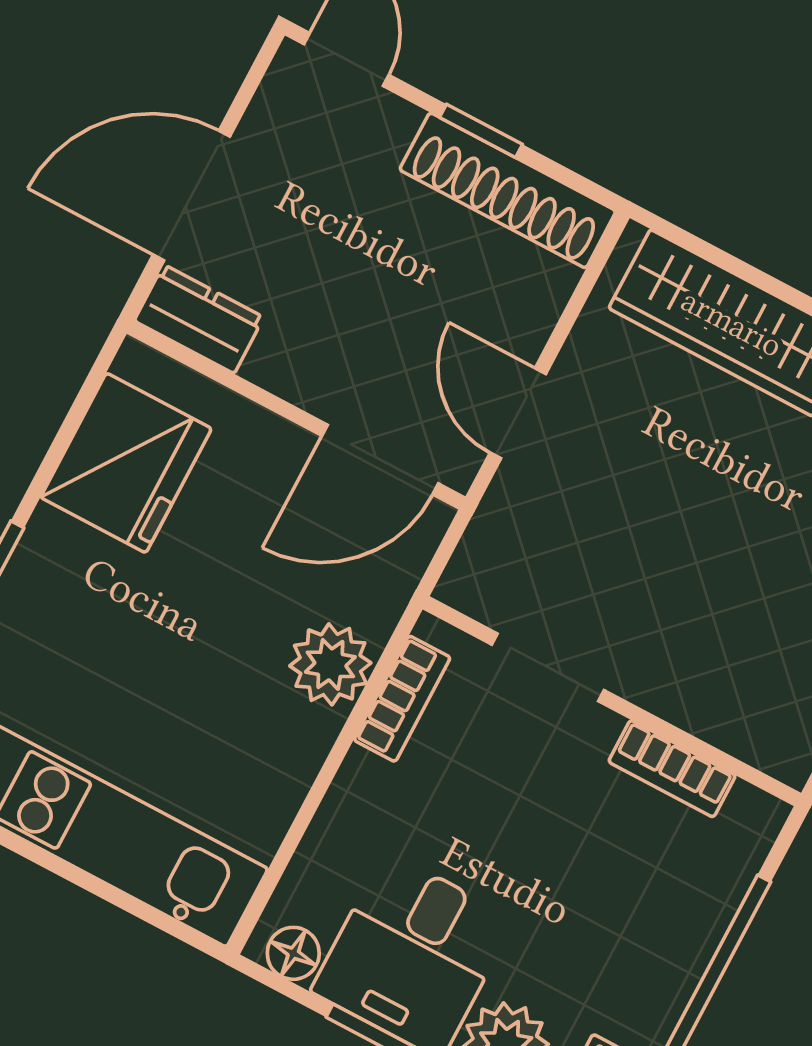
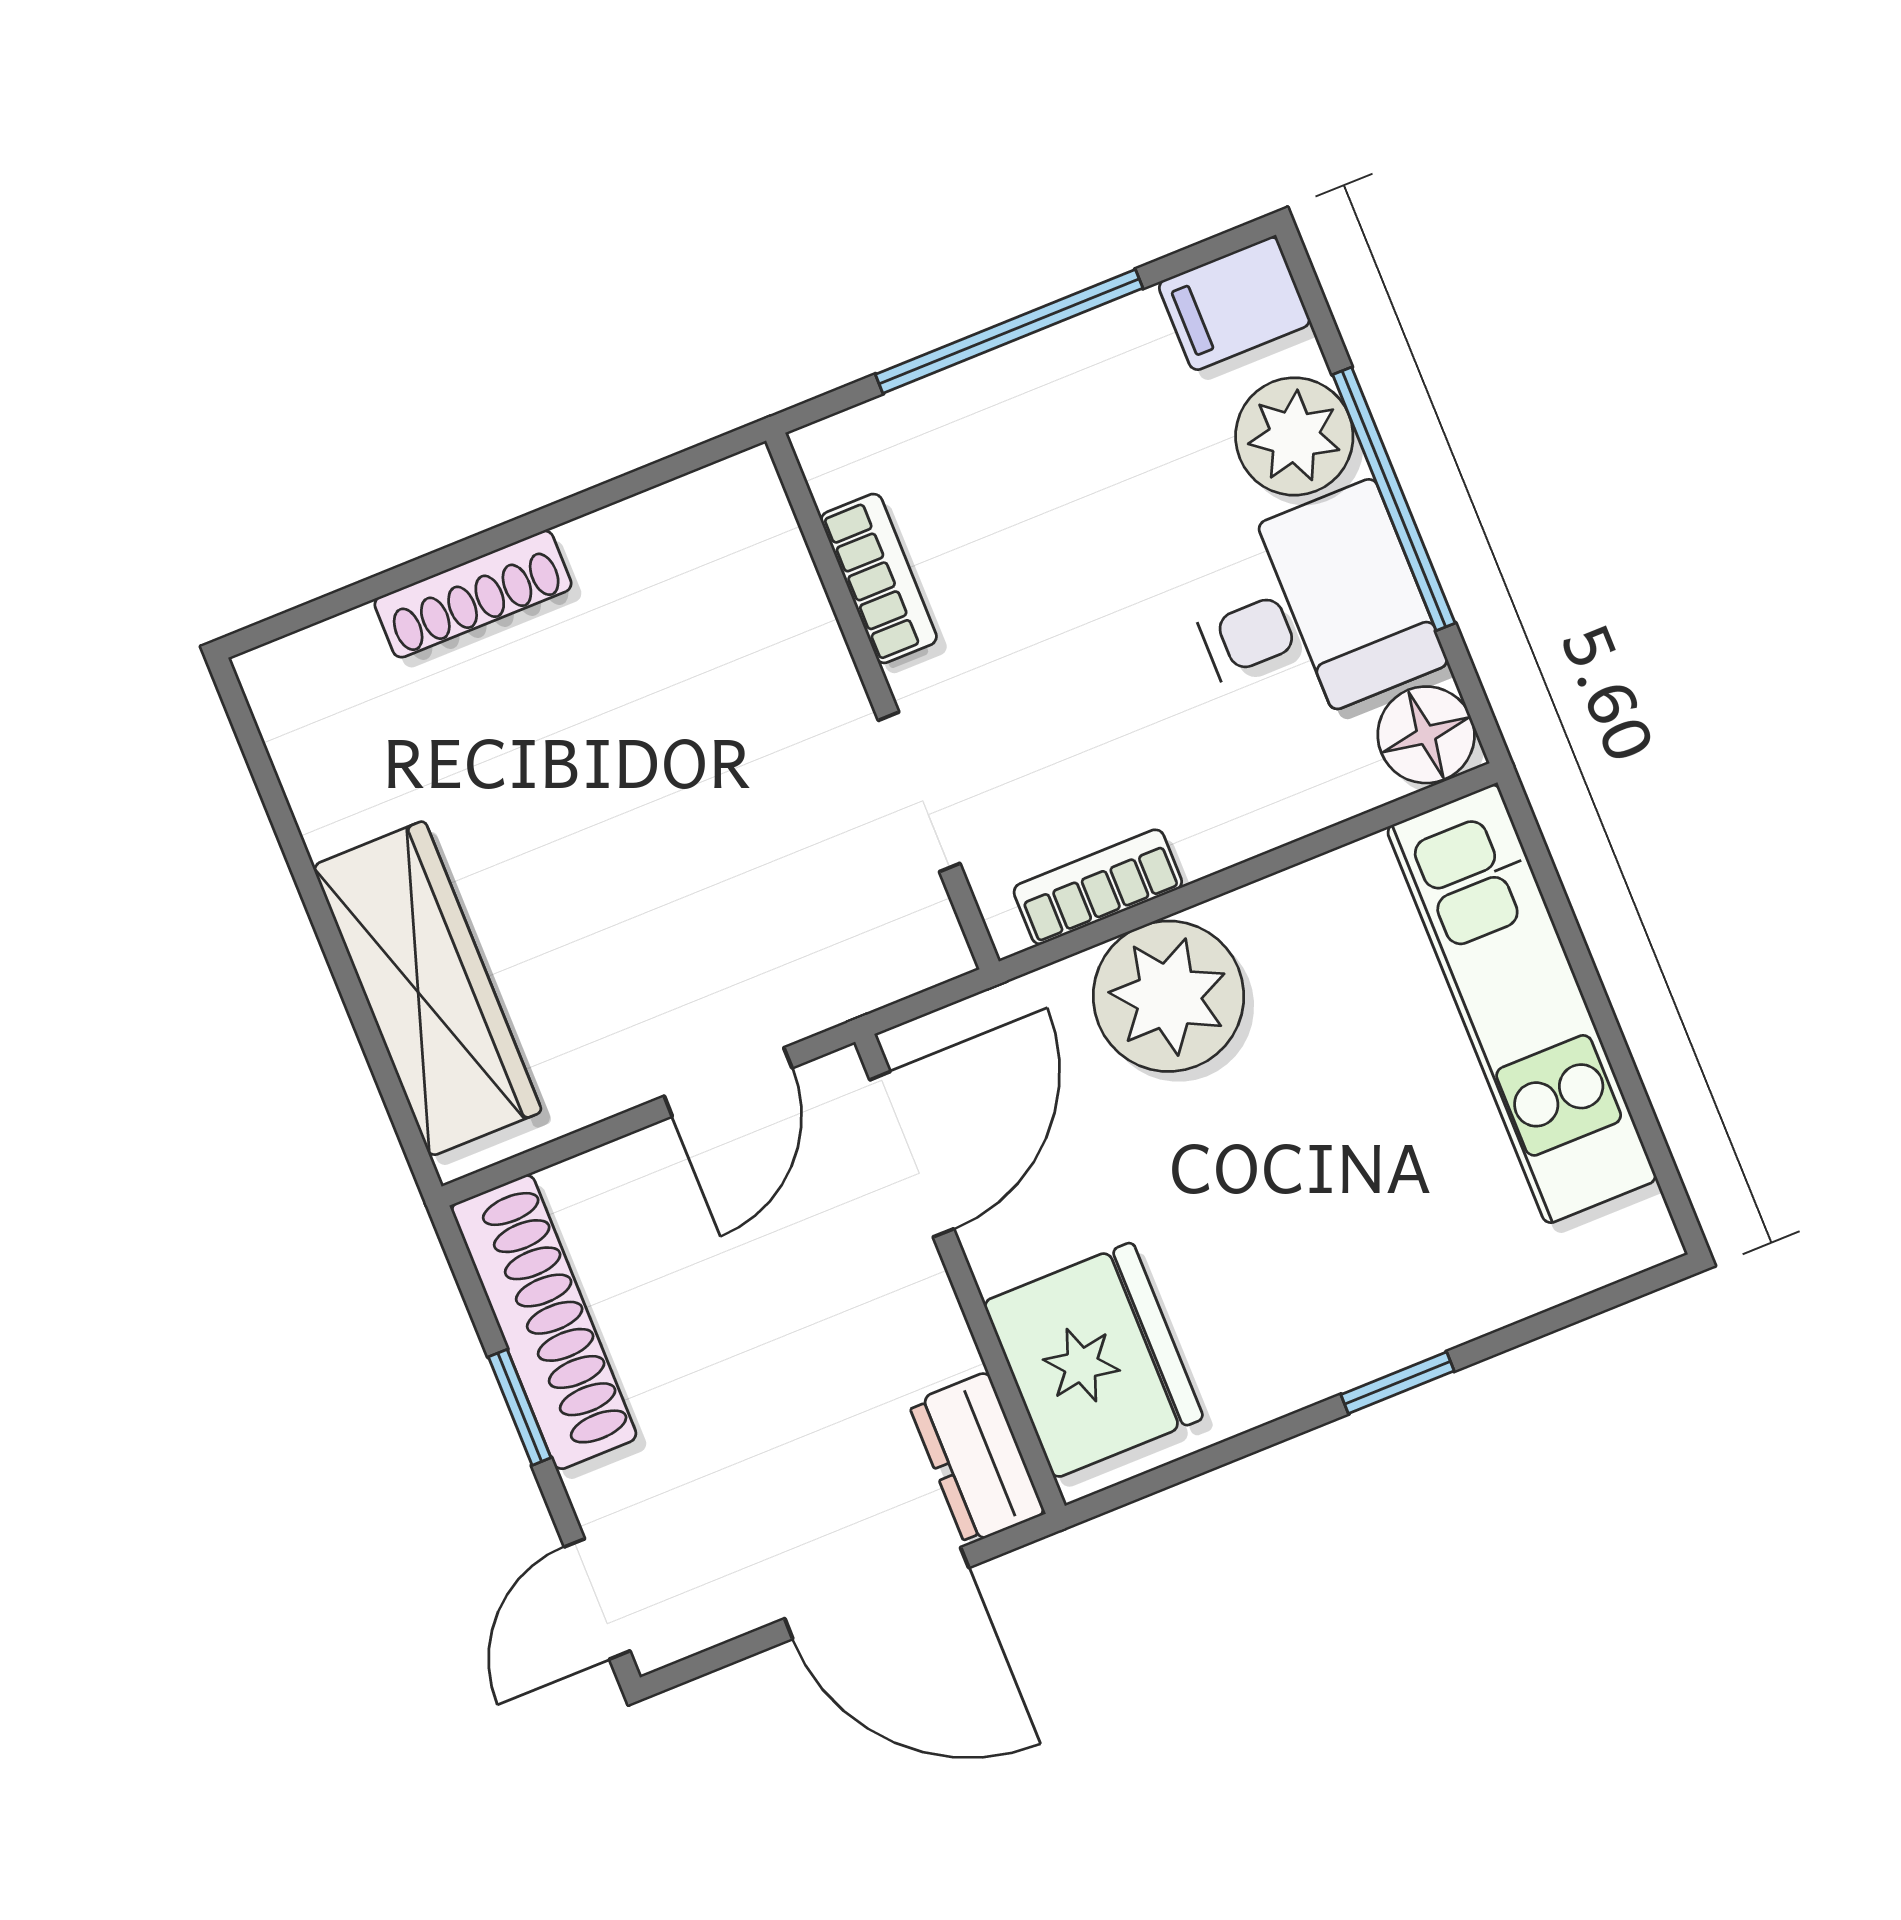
door: (380, 460) -> (912, 1154), hinge flipped
fridge: (126, 463) -> (1093, 1360), moved, turned 90
plant: (330, 664) -> (1168, 996), width x1.36, depth x1.36
floor lamp: (293, 953) -> (1426, 735), width x1.37, depth x1.37

